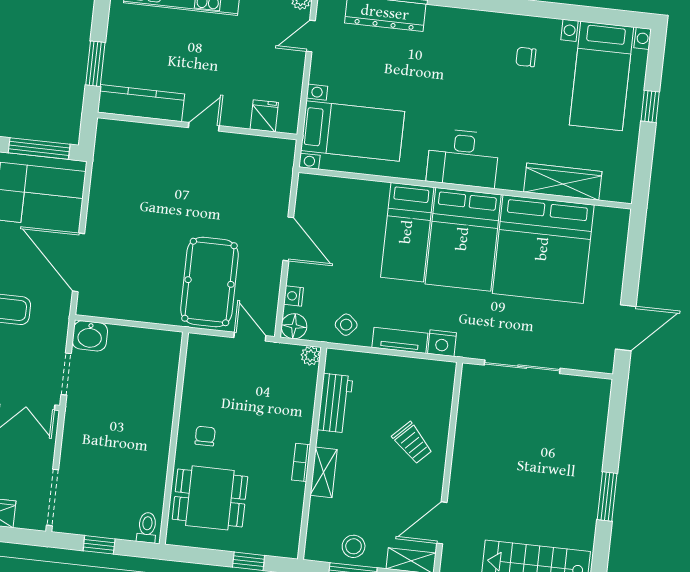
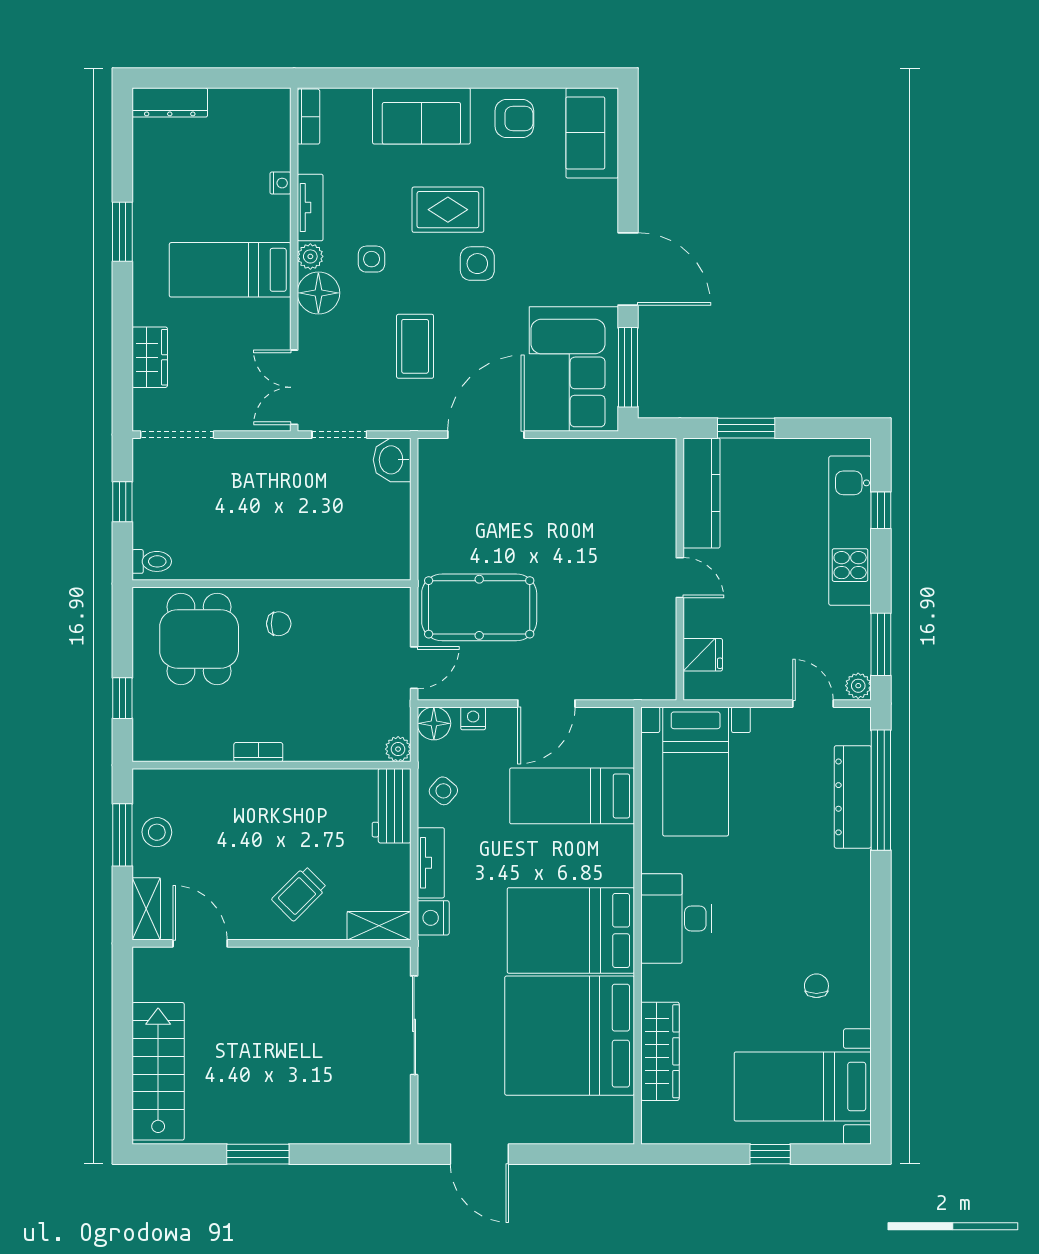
bed: (407, 232) -> (572, 796), moved
workbench: (335, 403) -> (392, 806), moved, turned 90
shelving: (324, 472) -> (379, 926), moved

